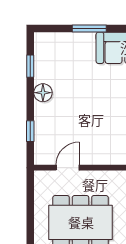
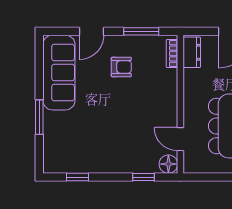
floor lamp: (43, 93) -> (168, 164), moved

